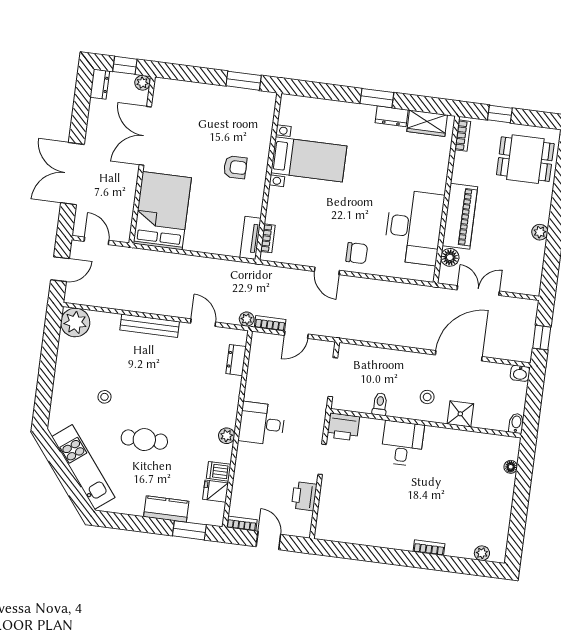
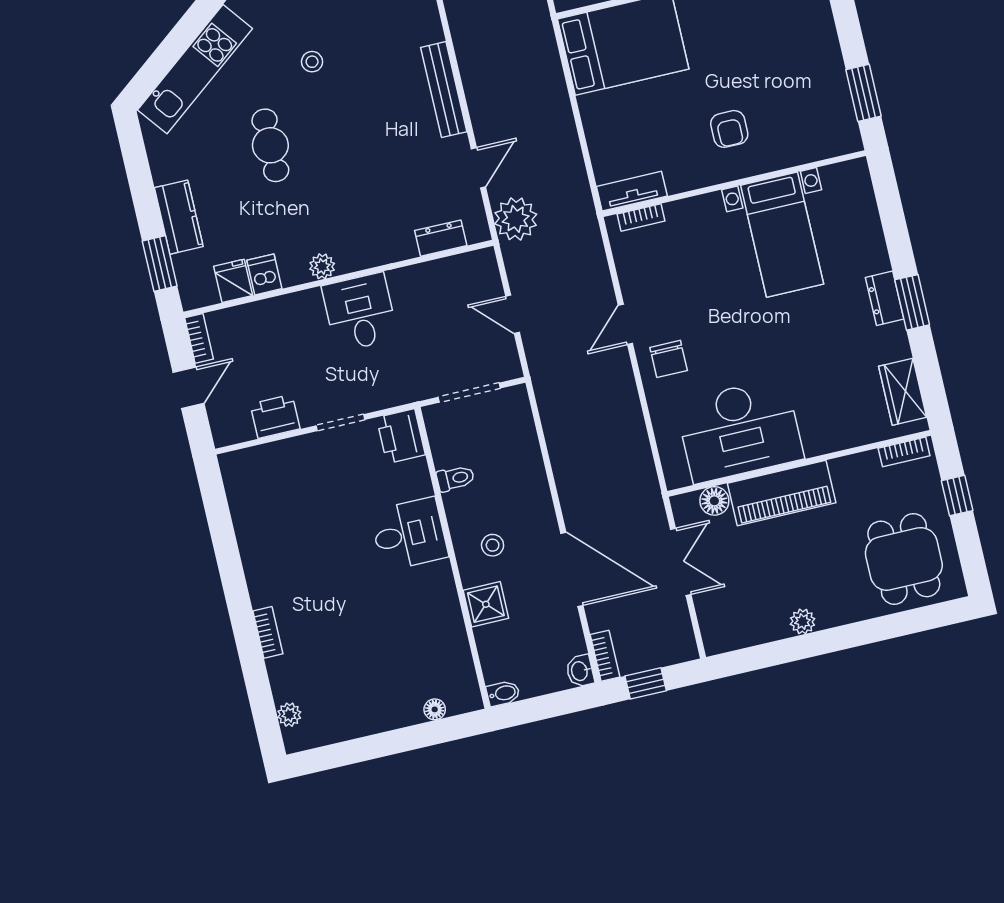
dresser: (392, 116) -> (885, 298), moved
plant: (247, 319) -> (516, 219), width x1.87, depth x1.87
bookcase: (270, 323) -> (605, 656), moved

